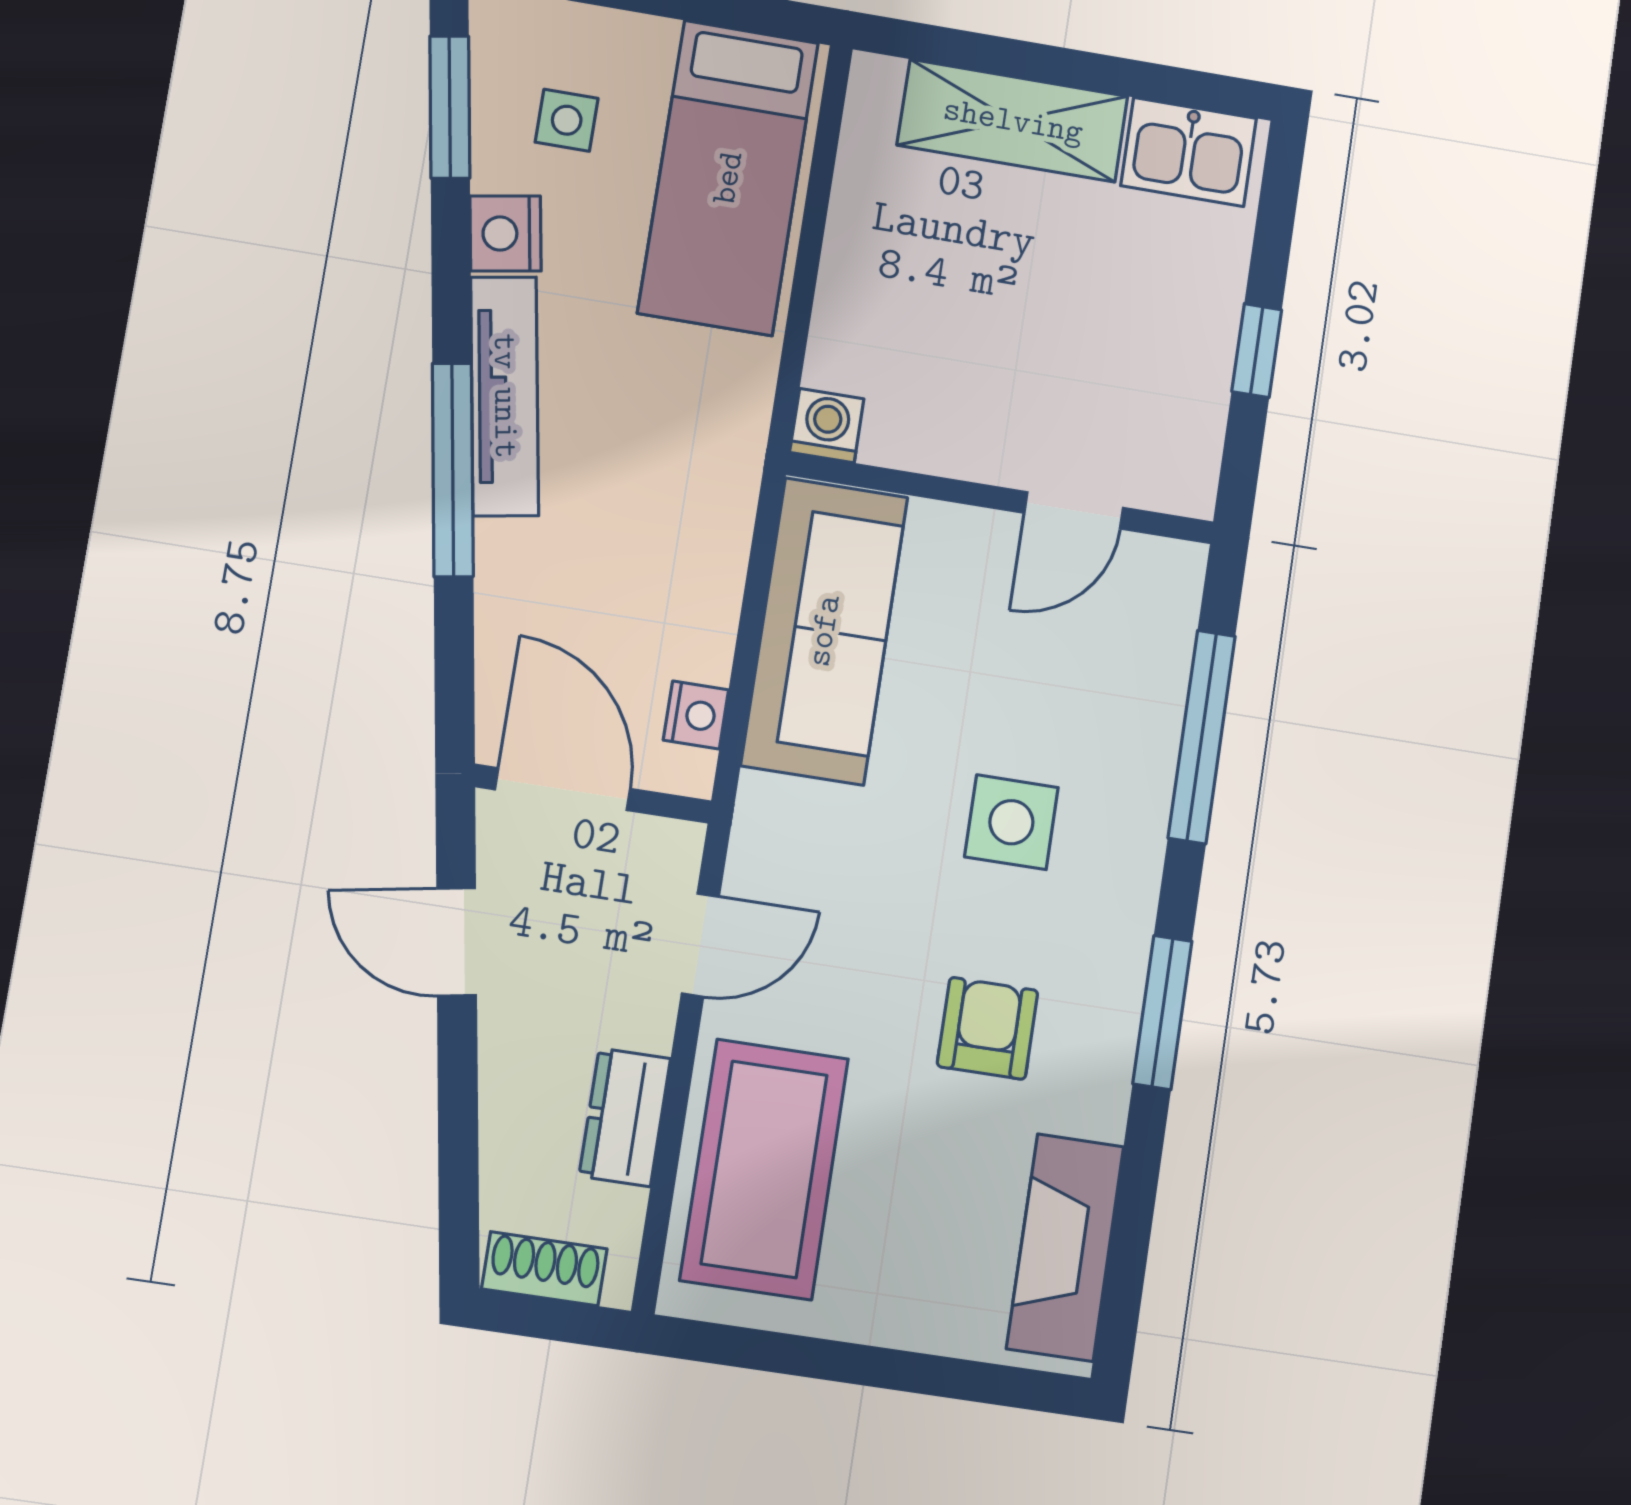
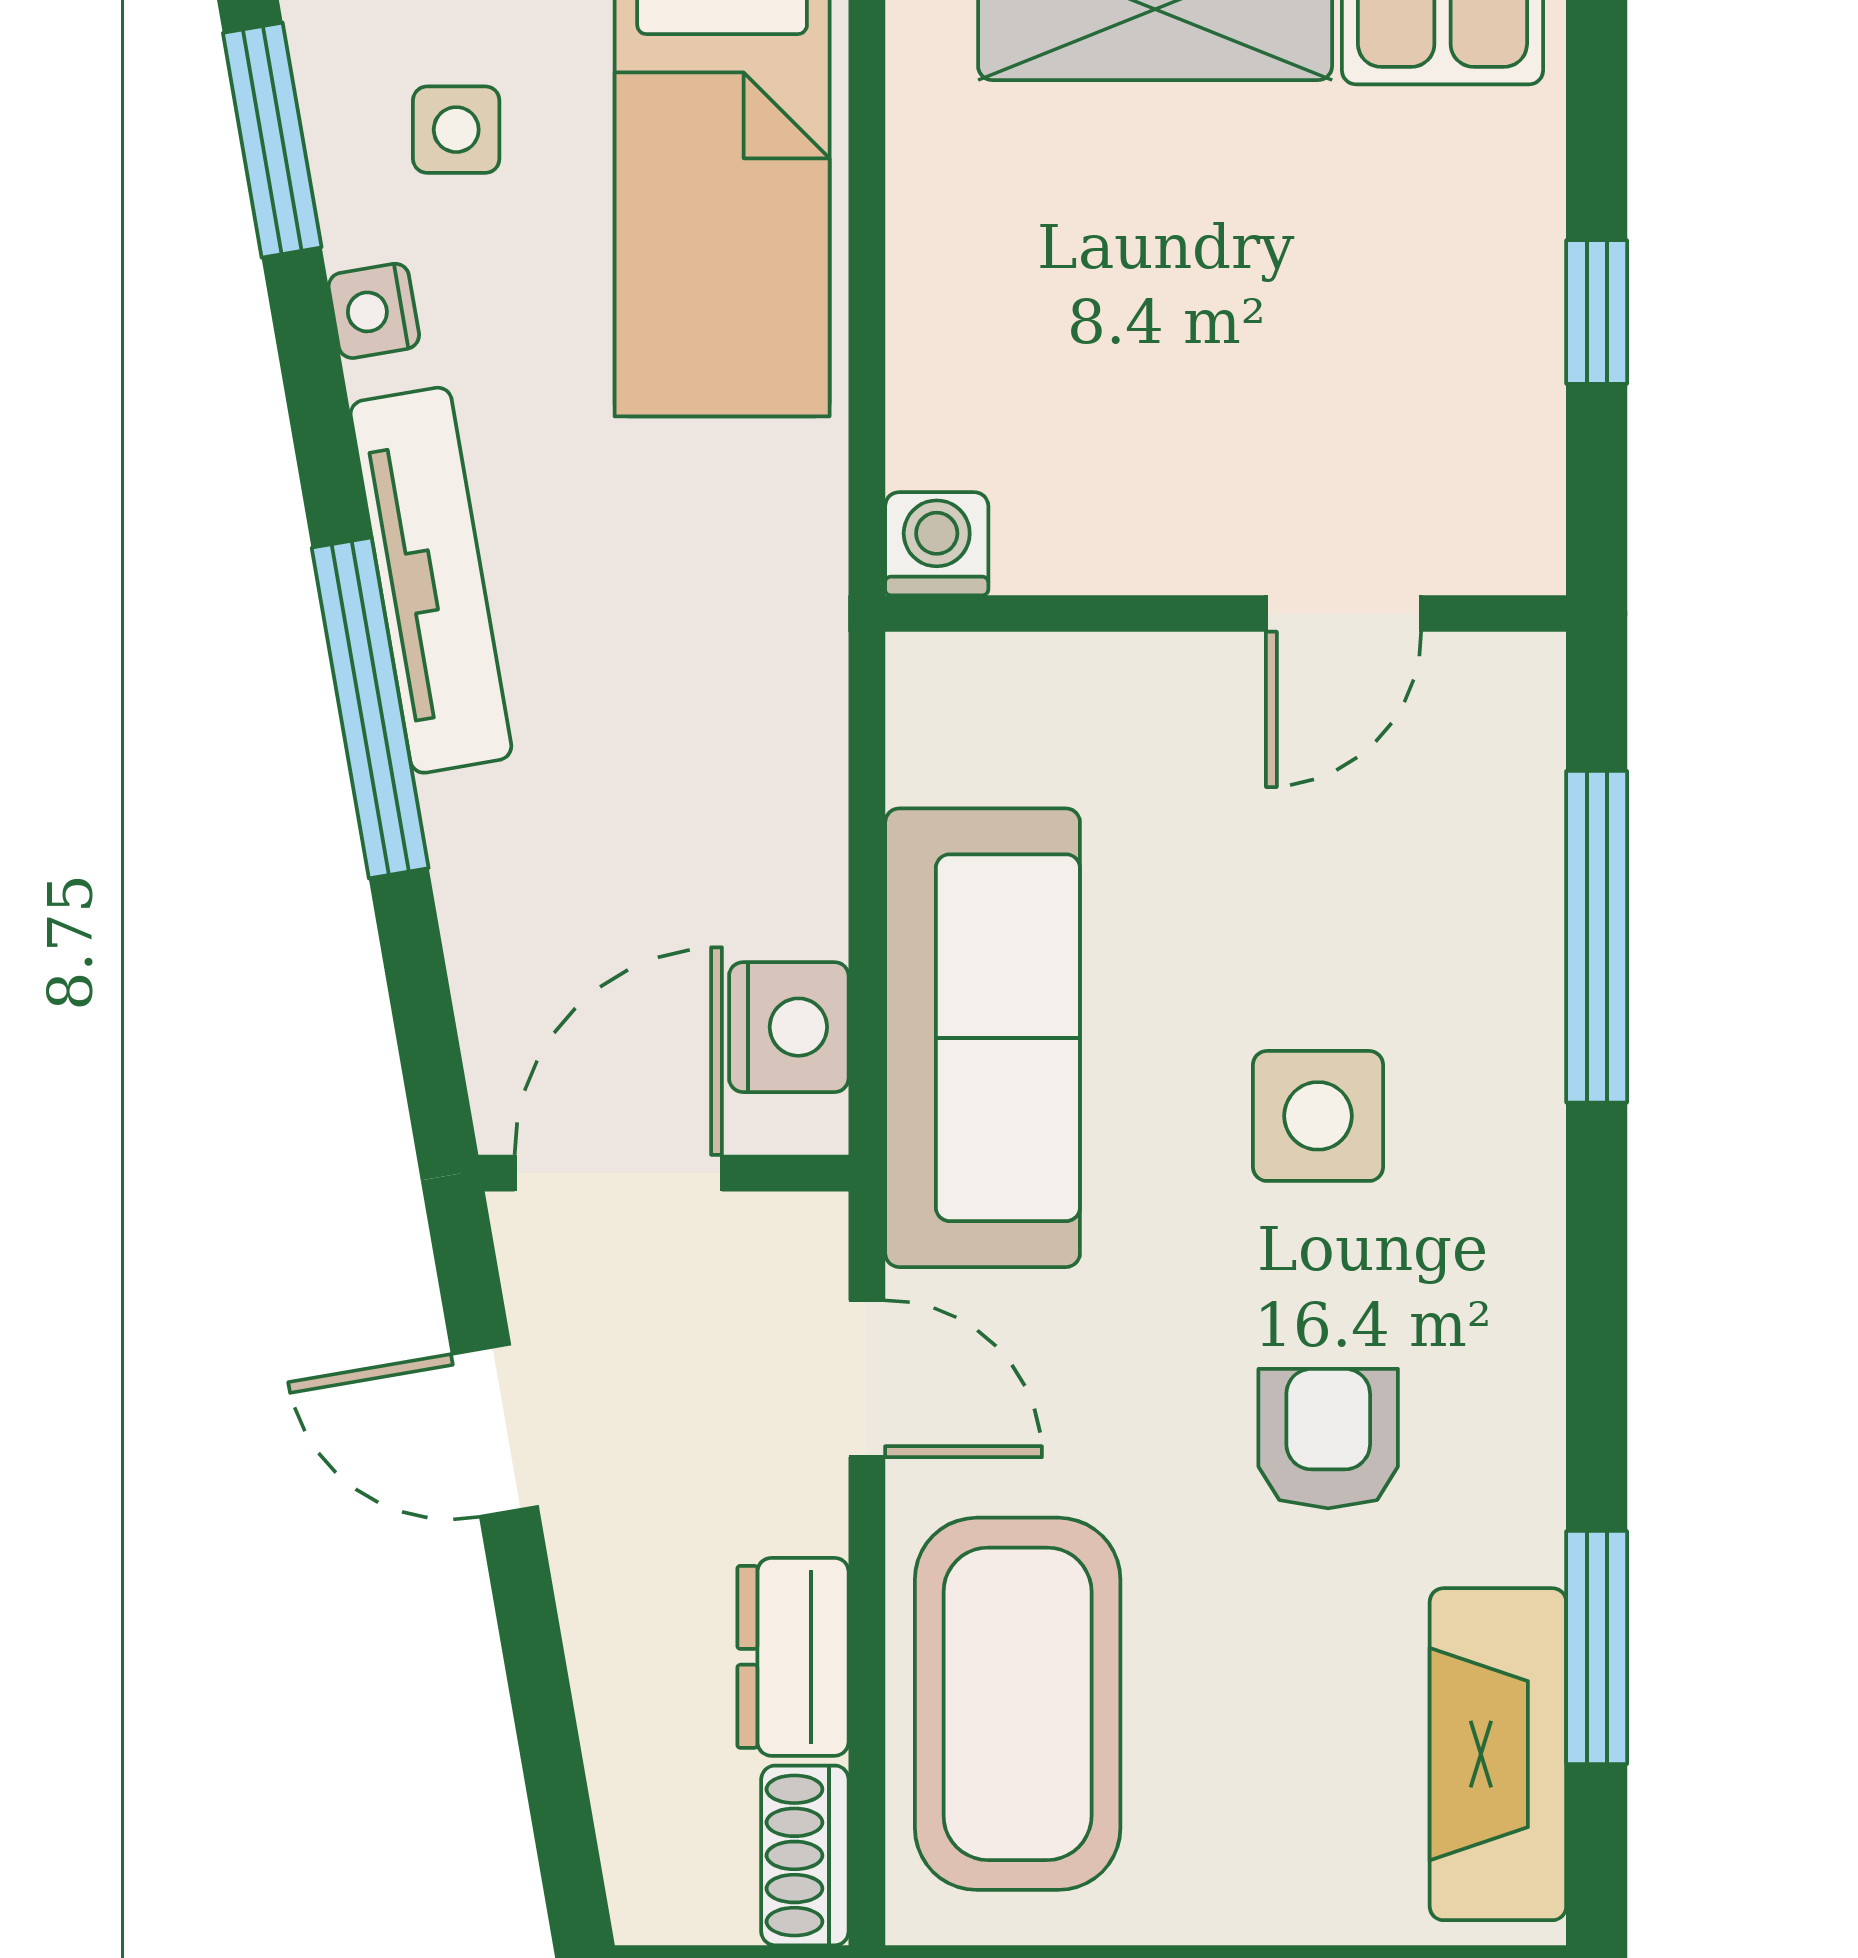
nightstand: (506, 233) -> (374, 311), width x0.72, depth x0.74
sofa: (824, 631) -> (983, 1038), moved
nightstand: (696, 715) -> (789, 1027), width x1.39, depth x1.35
door: (563, 789) -> (618, 1173), hinge flipped
door: (700, 945) -> (867, 1379), hinge flipped
window: (1162, 1012) -> (1597, 1648), moved
shoe rack: (544, 1269) -> (805, 1855), moved, turned -90

